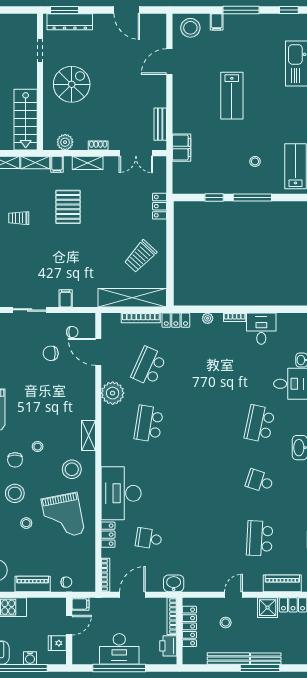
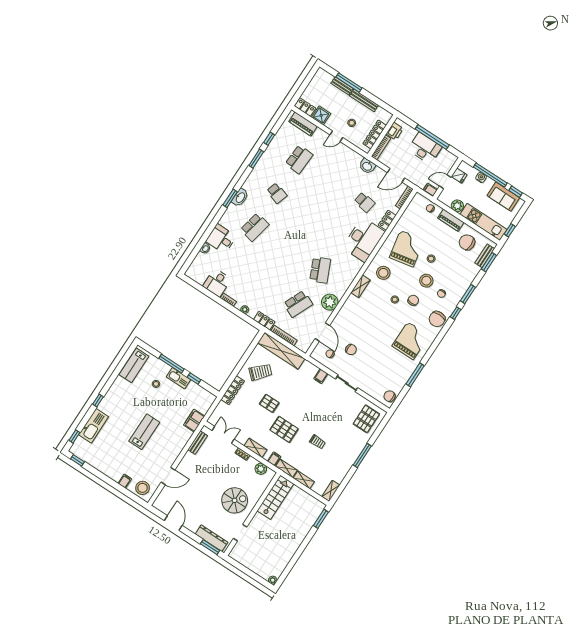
window: (241, 10) -> (106, 479), removed
spiral stairs: (72, 84) -> (235, 500), turned 180
kitchen sink: (233, 186) -> (178, 378), added
locker: (159, 206) -> (233, 390), width x1.53
pallet: (68, 207) -> (284, 429), turned 90
pallet: (106, 226) -> (269, 403), added
school desk: (149, 424) -> (320, 270), turned -33
plant: (36, 606) -> (457, 206), added

